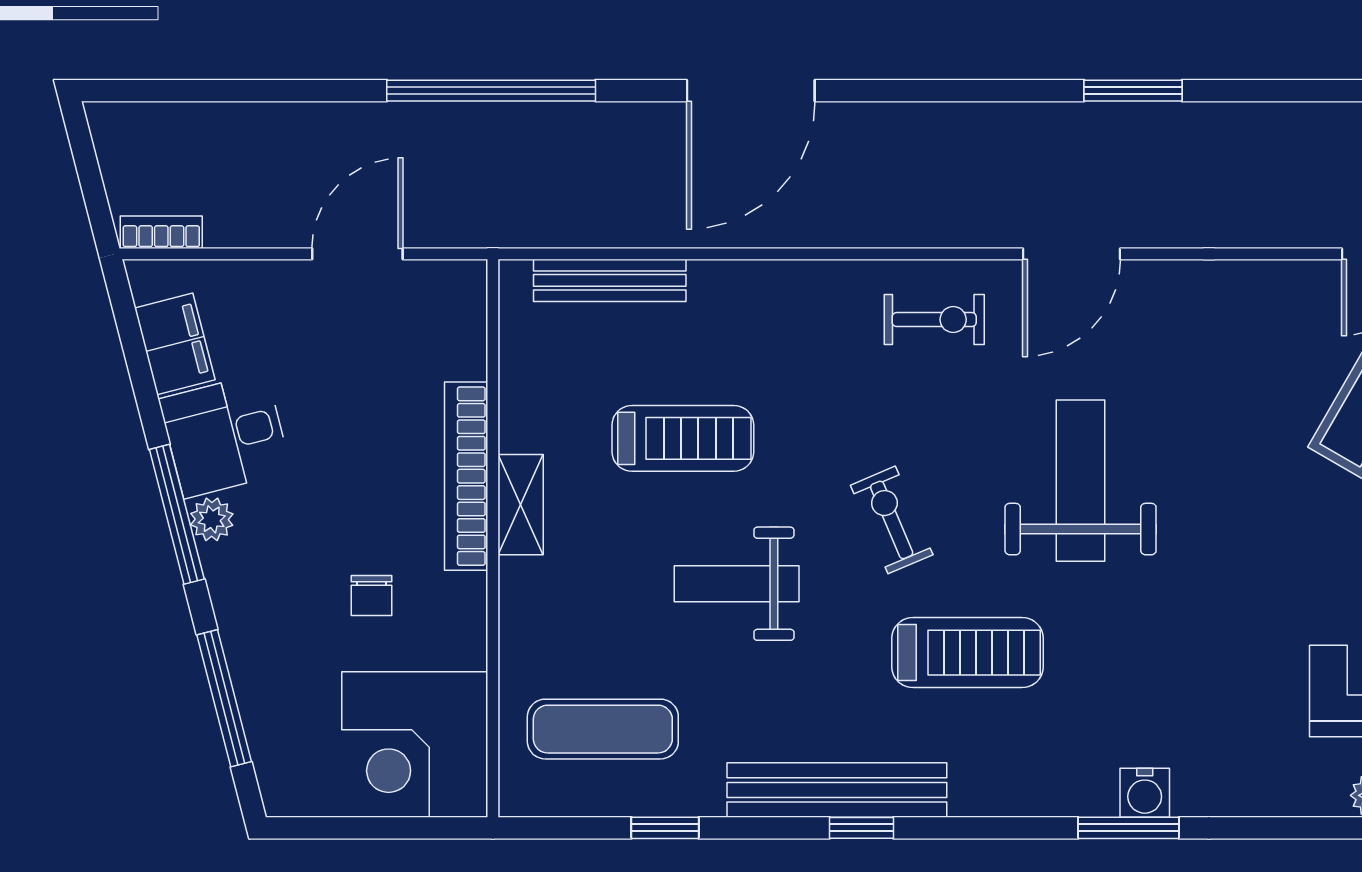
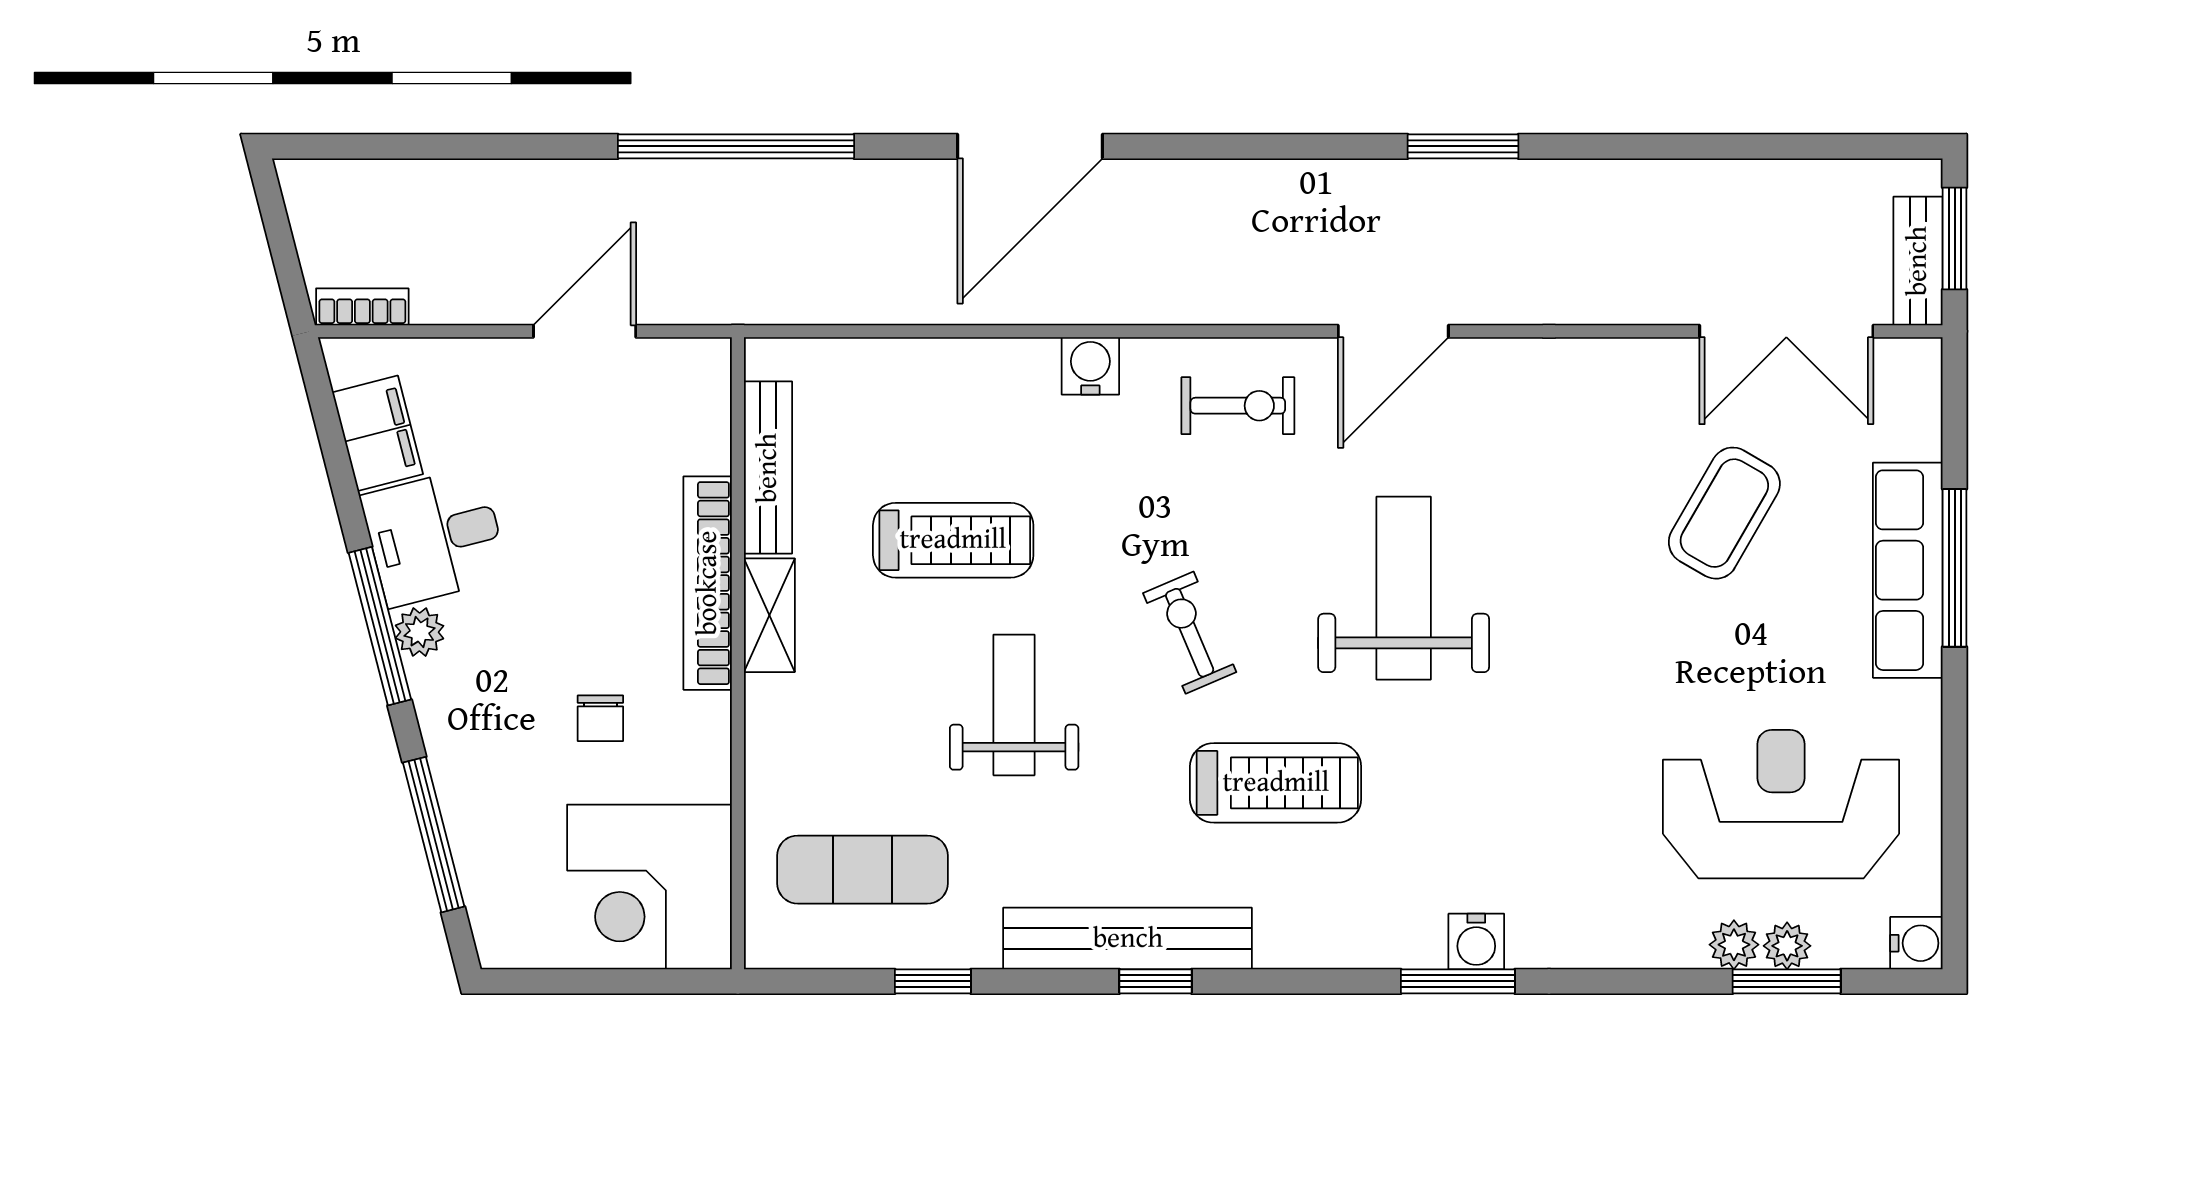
bench: (610, 280) -> (768, 468), moved, turned 90
water cooler: (804, 284) -> (1090, 366), added
weight bench: (737, 584) -> (1014, 705), turned 90

